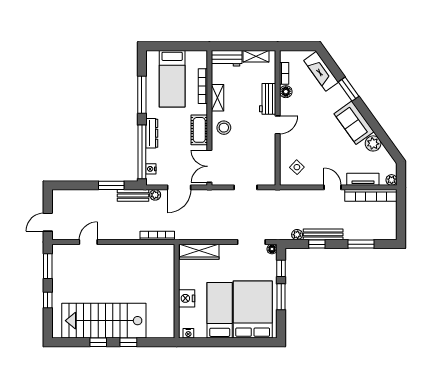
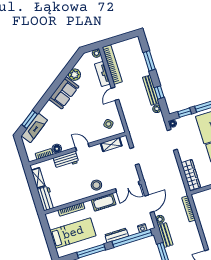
window: (349, 89) -> (30, 119), moved
shelving: (218, 98) -> (111, 145), moved
door: (179, 187) -> (149, 204), hinge flipped

